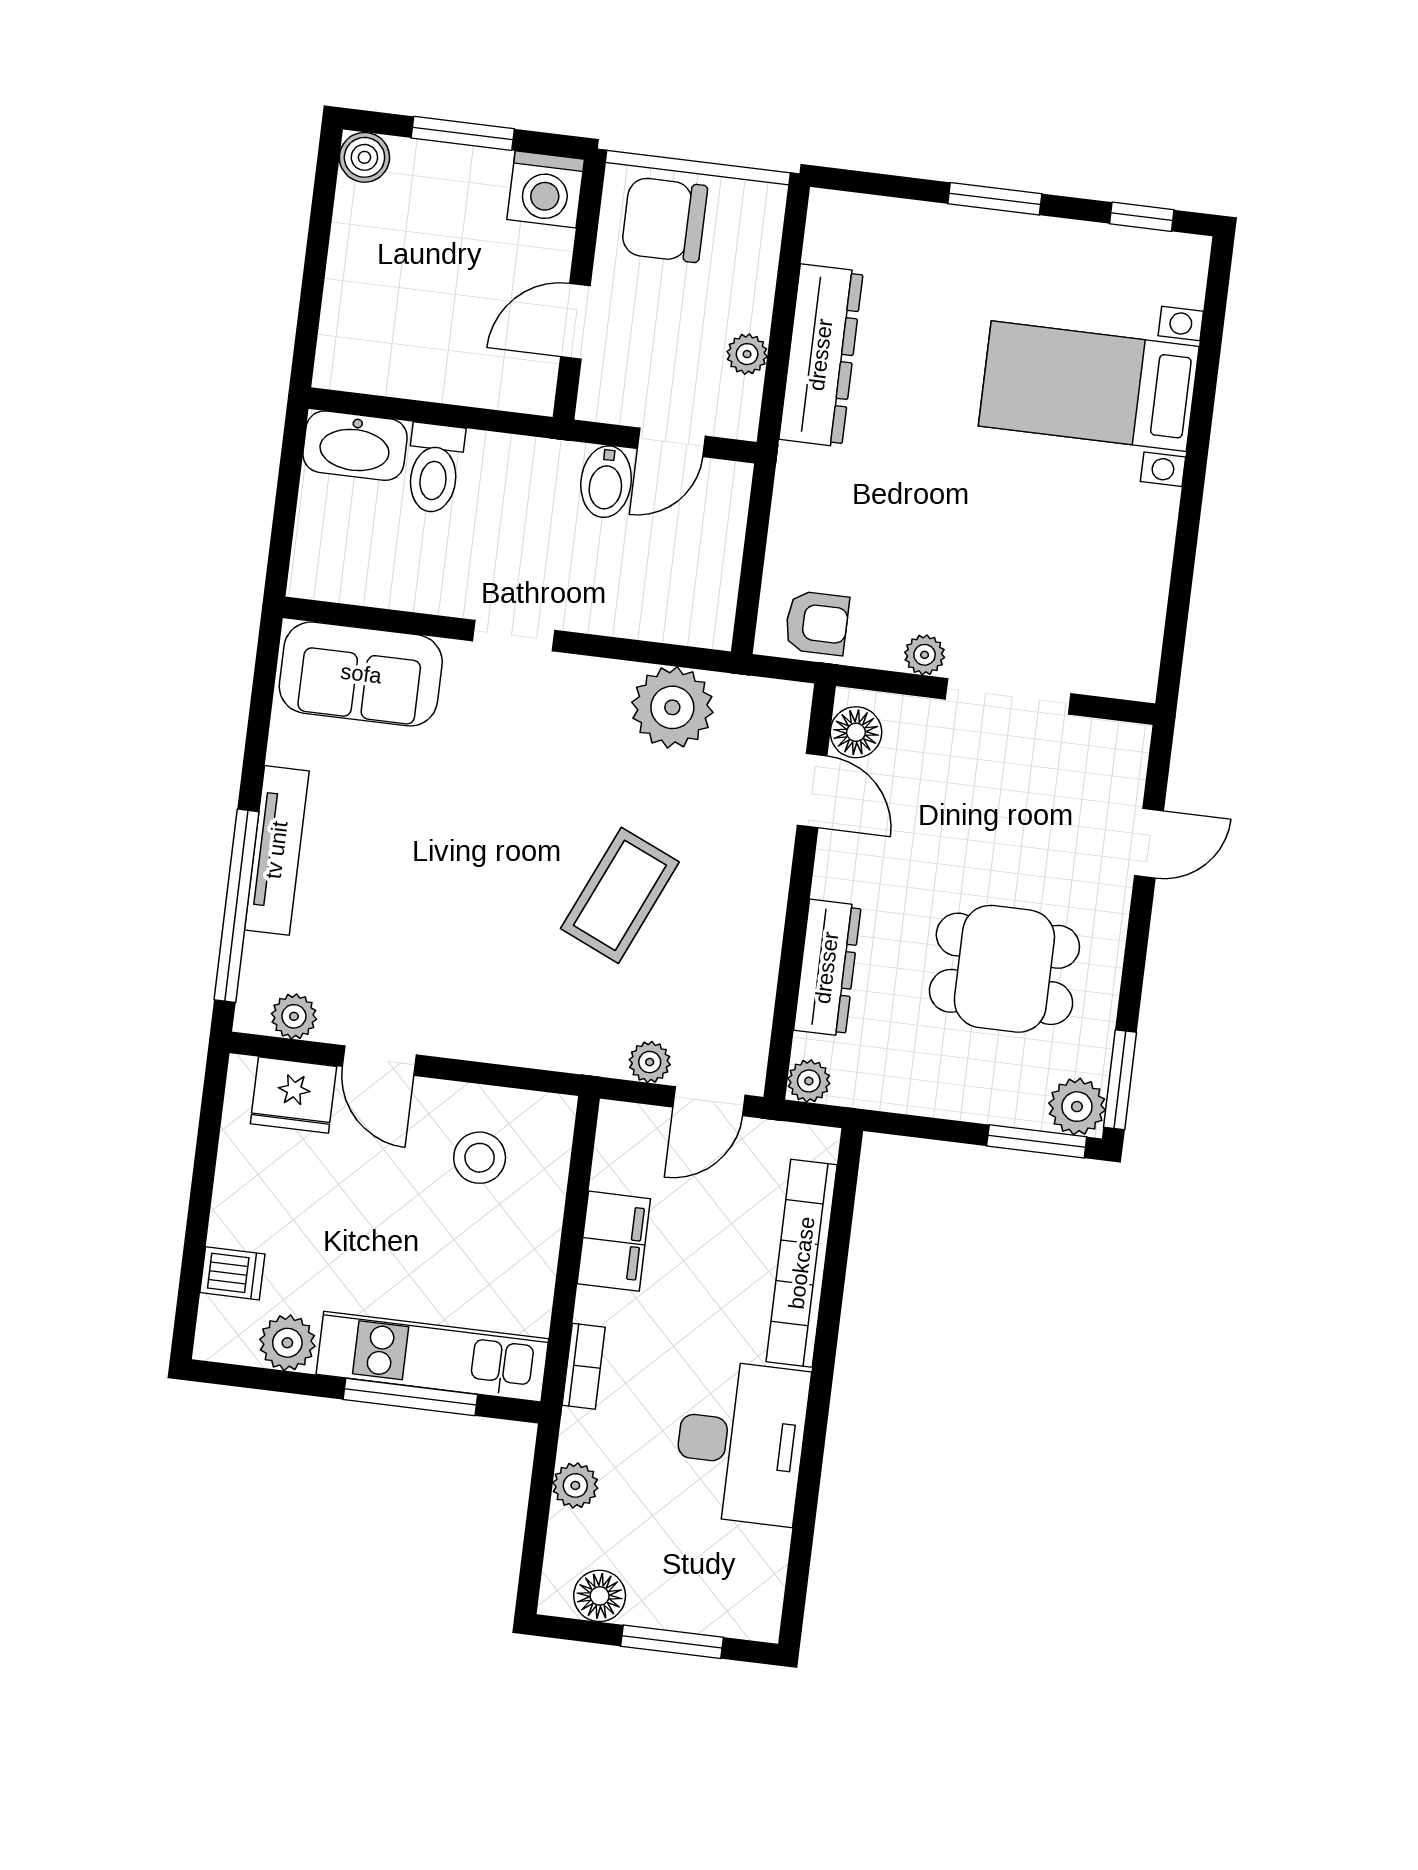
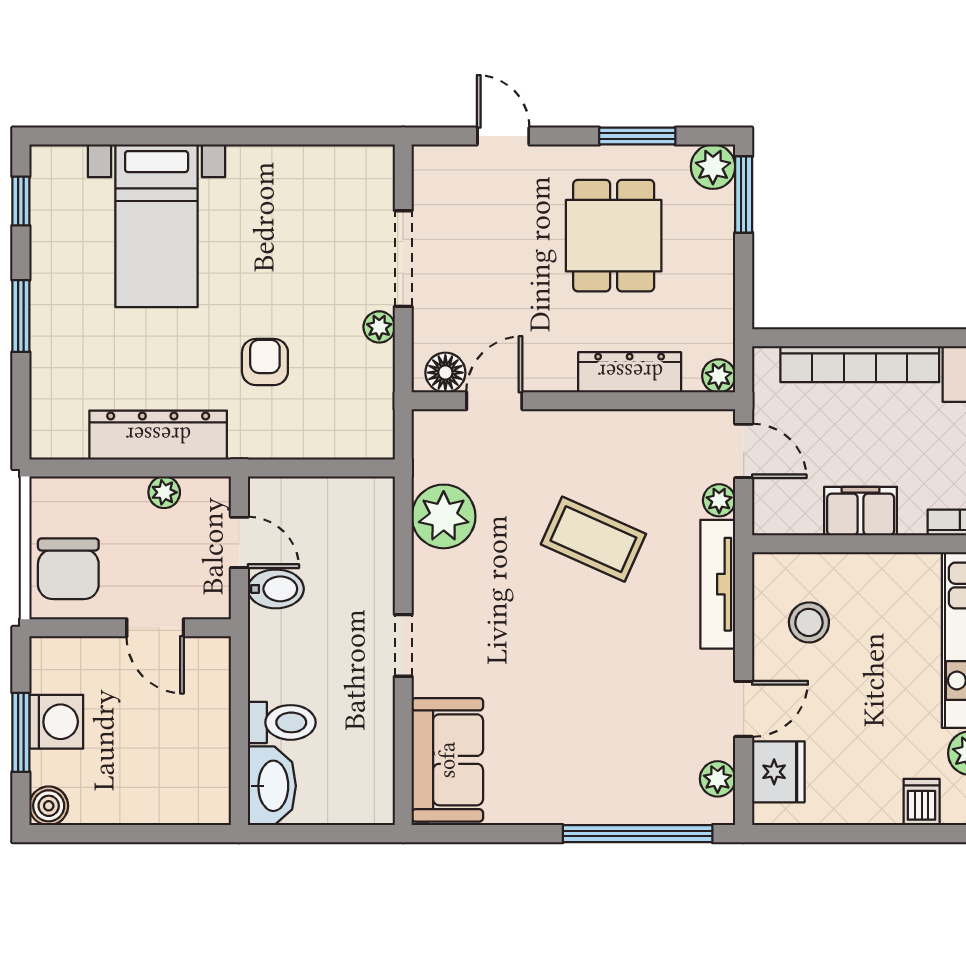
washing machine: (546, 189) -> (56, 722), moved
armchair: (817, 623) -> (265, 362), moved
tv unit: (277, 850) -> (718, 584), moved, turned -90
window: (1120, 1080) -> (637, 136), moved

